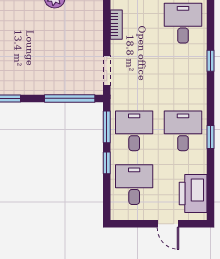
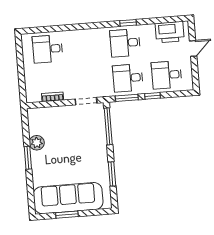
window: (210, 61) -> (73, 27), removed

